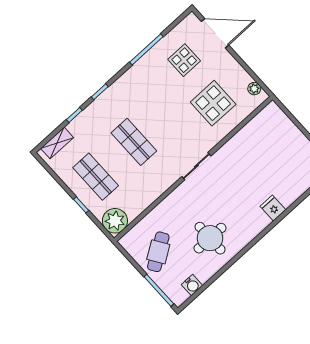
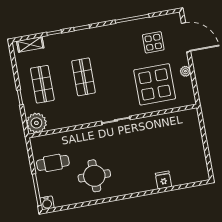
plant: (254, 89) -> (185, 71), moved
display table: (213, 103) -> (155, 84), width x1.36, depth x1.36
fridge: (273, 208) -> (163, 180), moved
cafe table: (158, 252) -> (53, 163), turned 33
water cooler: (192, 285) -> (47, 203), moved

